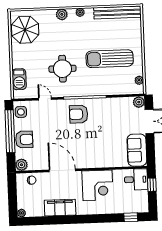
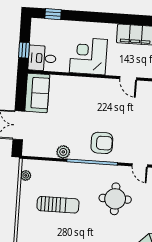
sun lounger: (110, 59) -> (58, 205), width x0.73, depth x0.75
plant: (139, 102) -> (63, 152), moved
door: (62, 170) -> (128, 78), width x0.53

